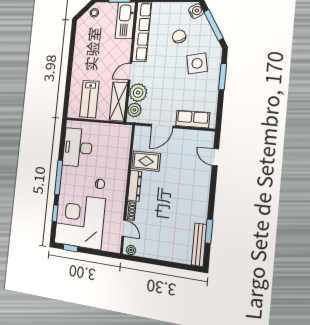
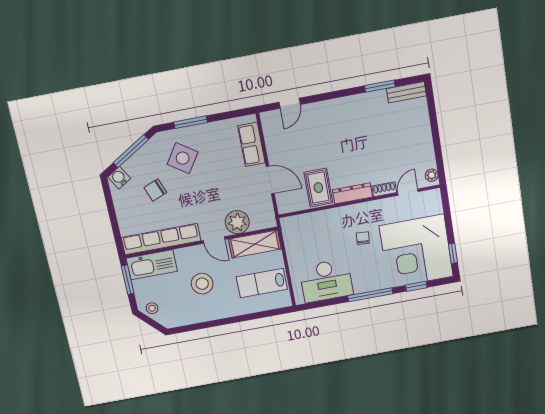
stool: (101, 55) -> (202, 284), added
side table: (197, 63) -> (183, 158), turned 45
lab bench: (89, 99) -> (262, 283), turned 180
plant: (134, 110) -> (260, 221), removed
bench: (199, 245) -> (406, 92), width x0.73

